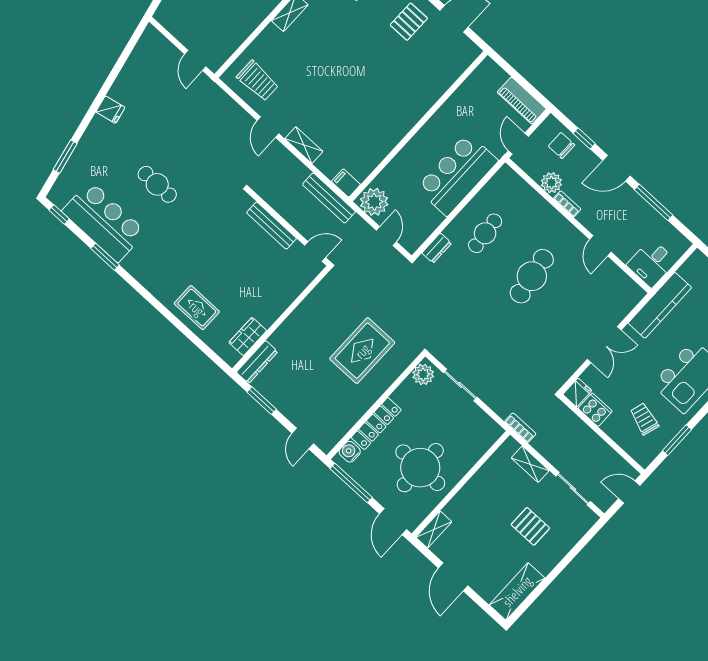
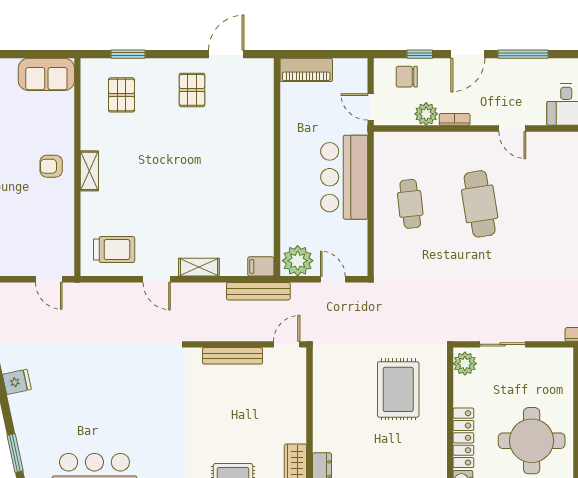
piano: (522, 101) -> (306, 70), moved
cafe table: (157, 184) -> (110, 407), removed
dresser: (437, 248) -> (382, 252), removed

